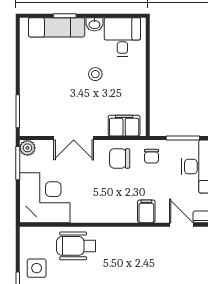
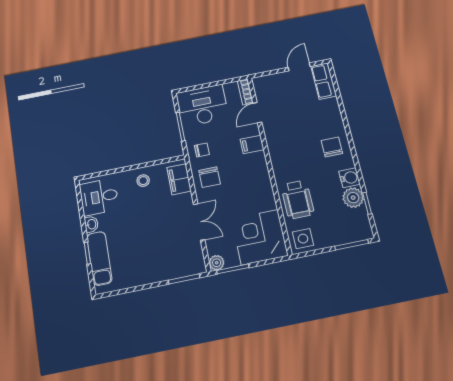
stool: (95, 74) -> (143, 181), moved
side table: (37, 268) -> (303, 239), moved

